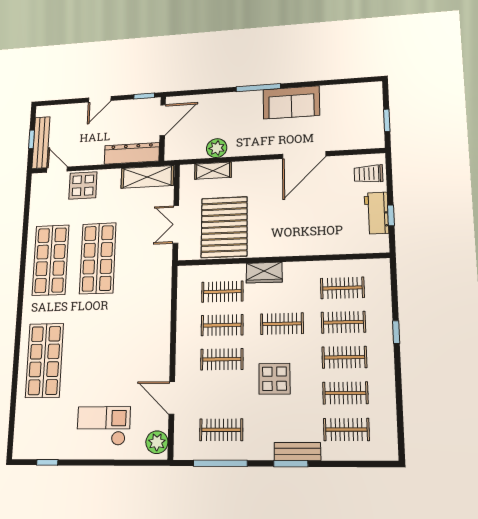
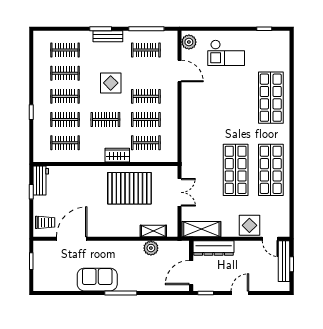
door: (304, 155) -> (72, 239), moved
workbench: (376, 213) -> (41, 181), moved
pallet: (224, 227) -> (129, 188), moved, turned 90
bench: (297, 451) -> (108, 36), moved

